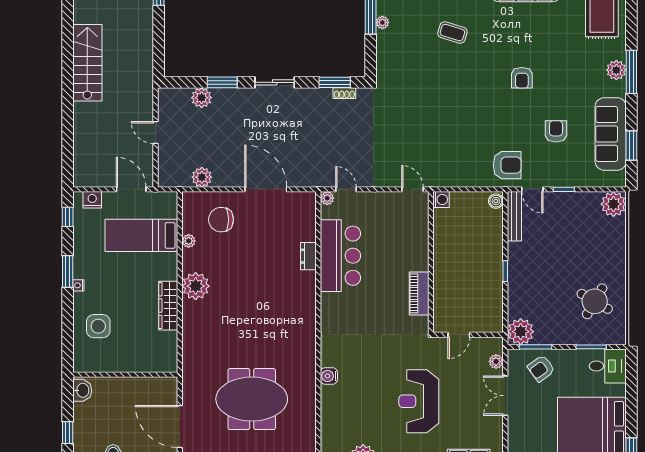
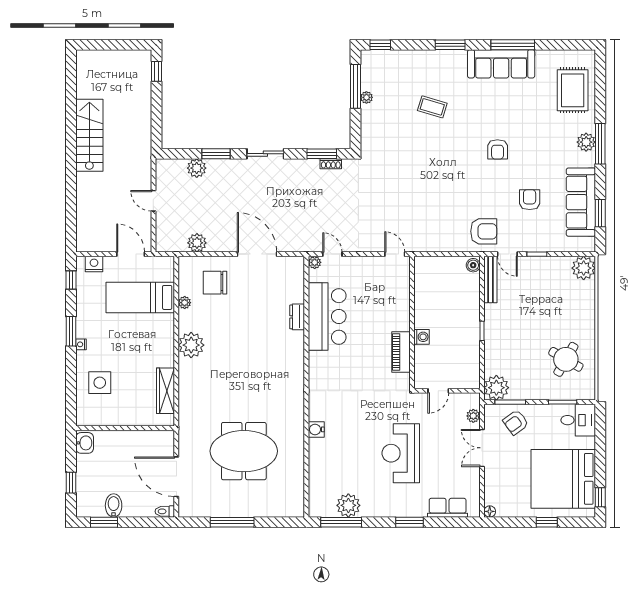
washing machine: (441, 200) -> (422, 337), moved
wardrobe: (168, 306) -> (165, 391), moved

